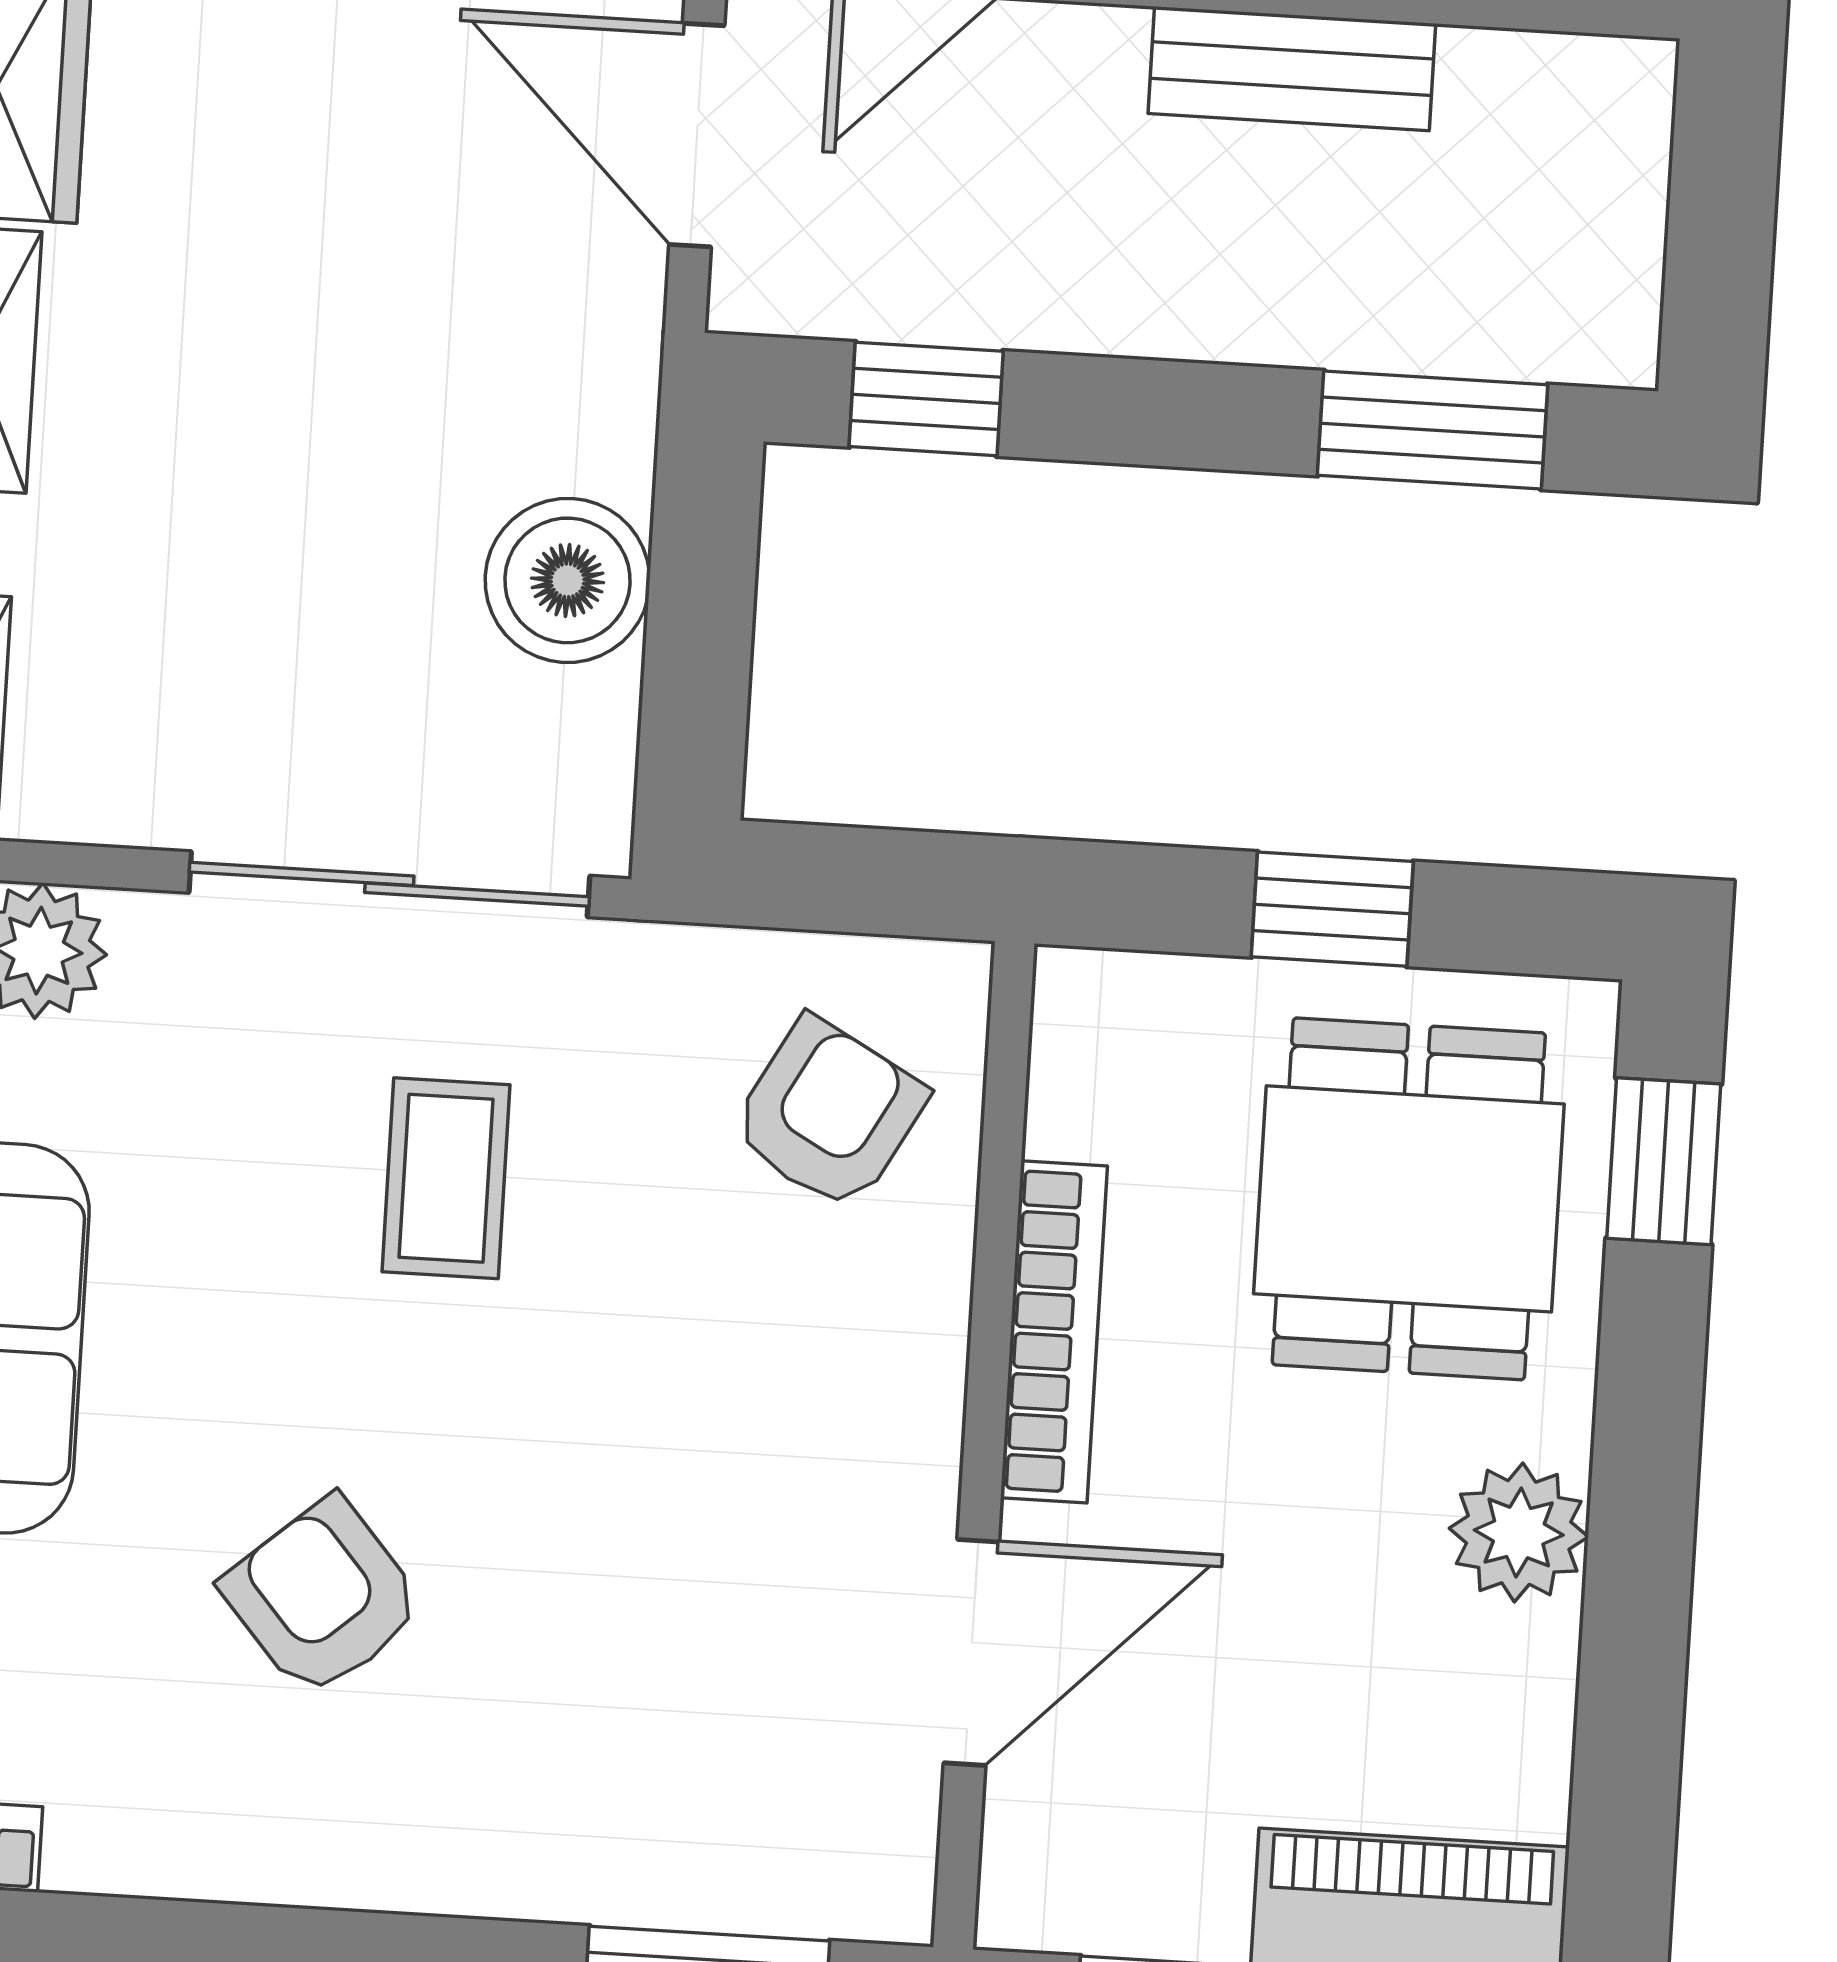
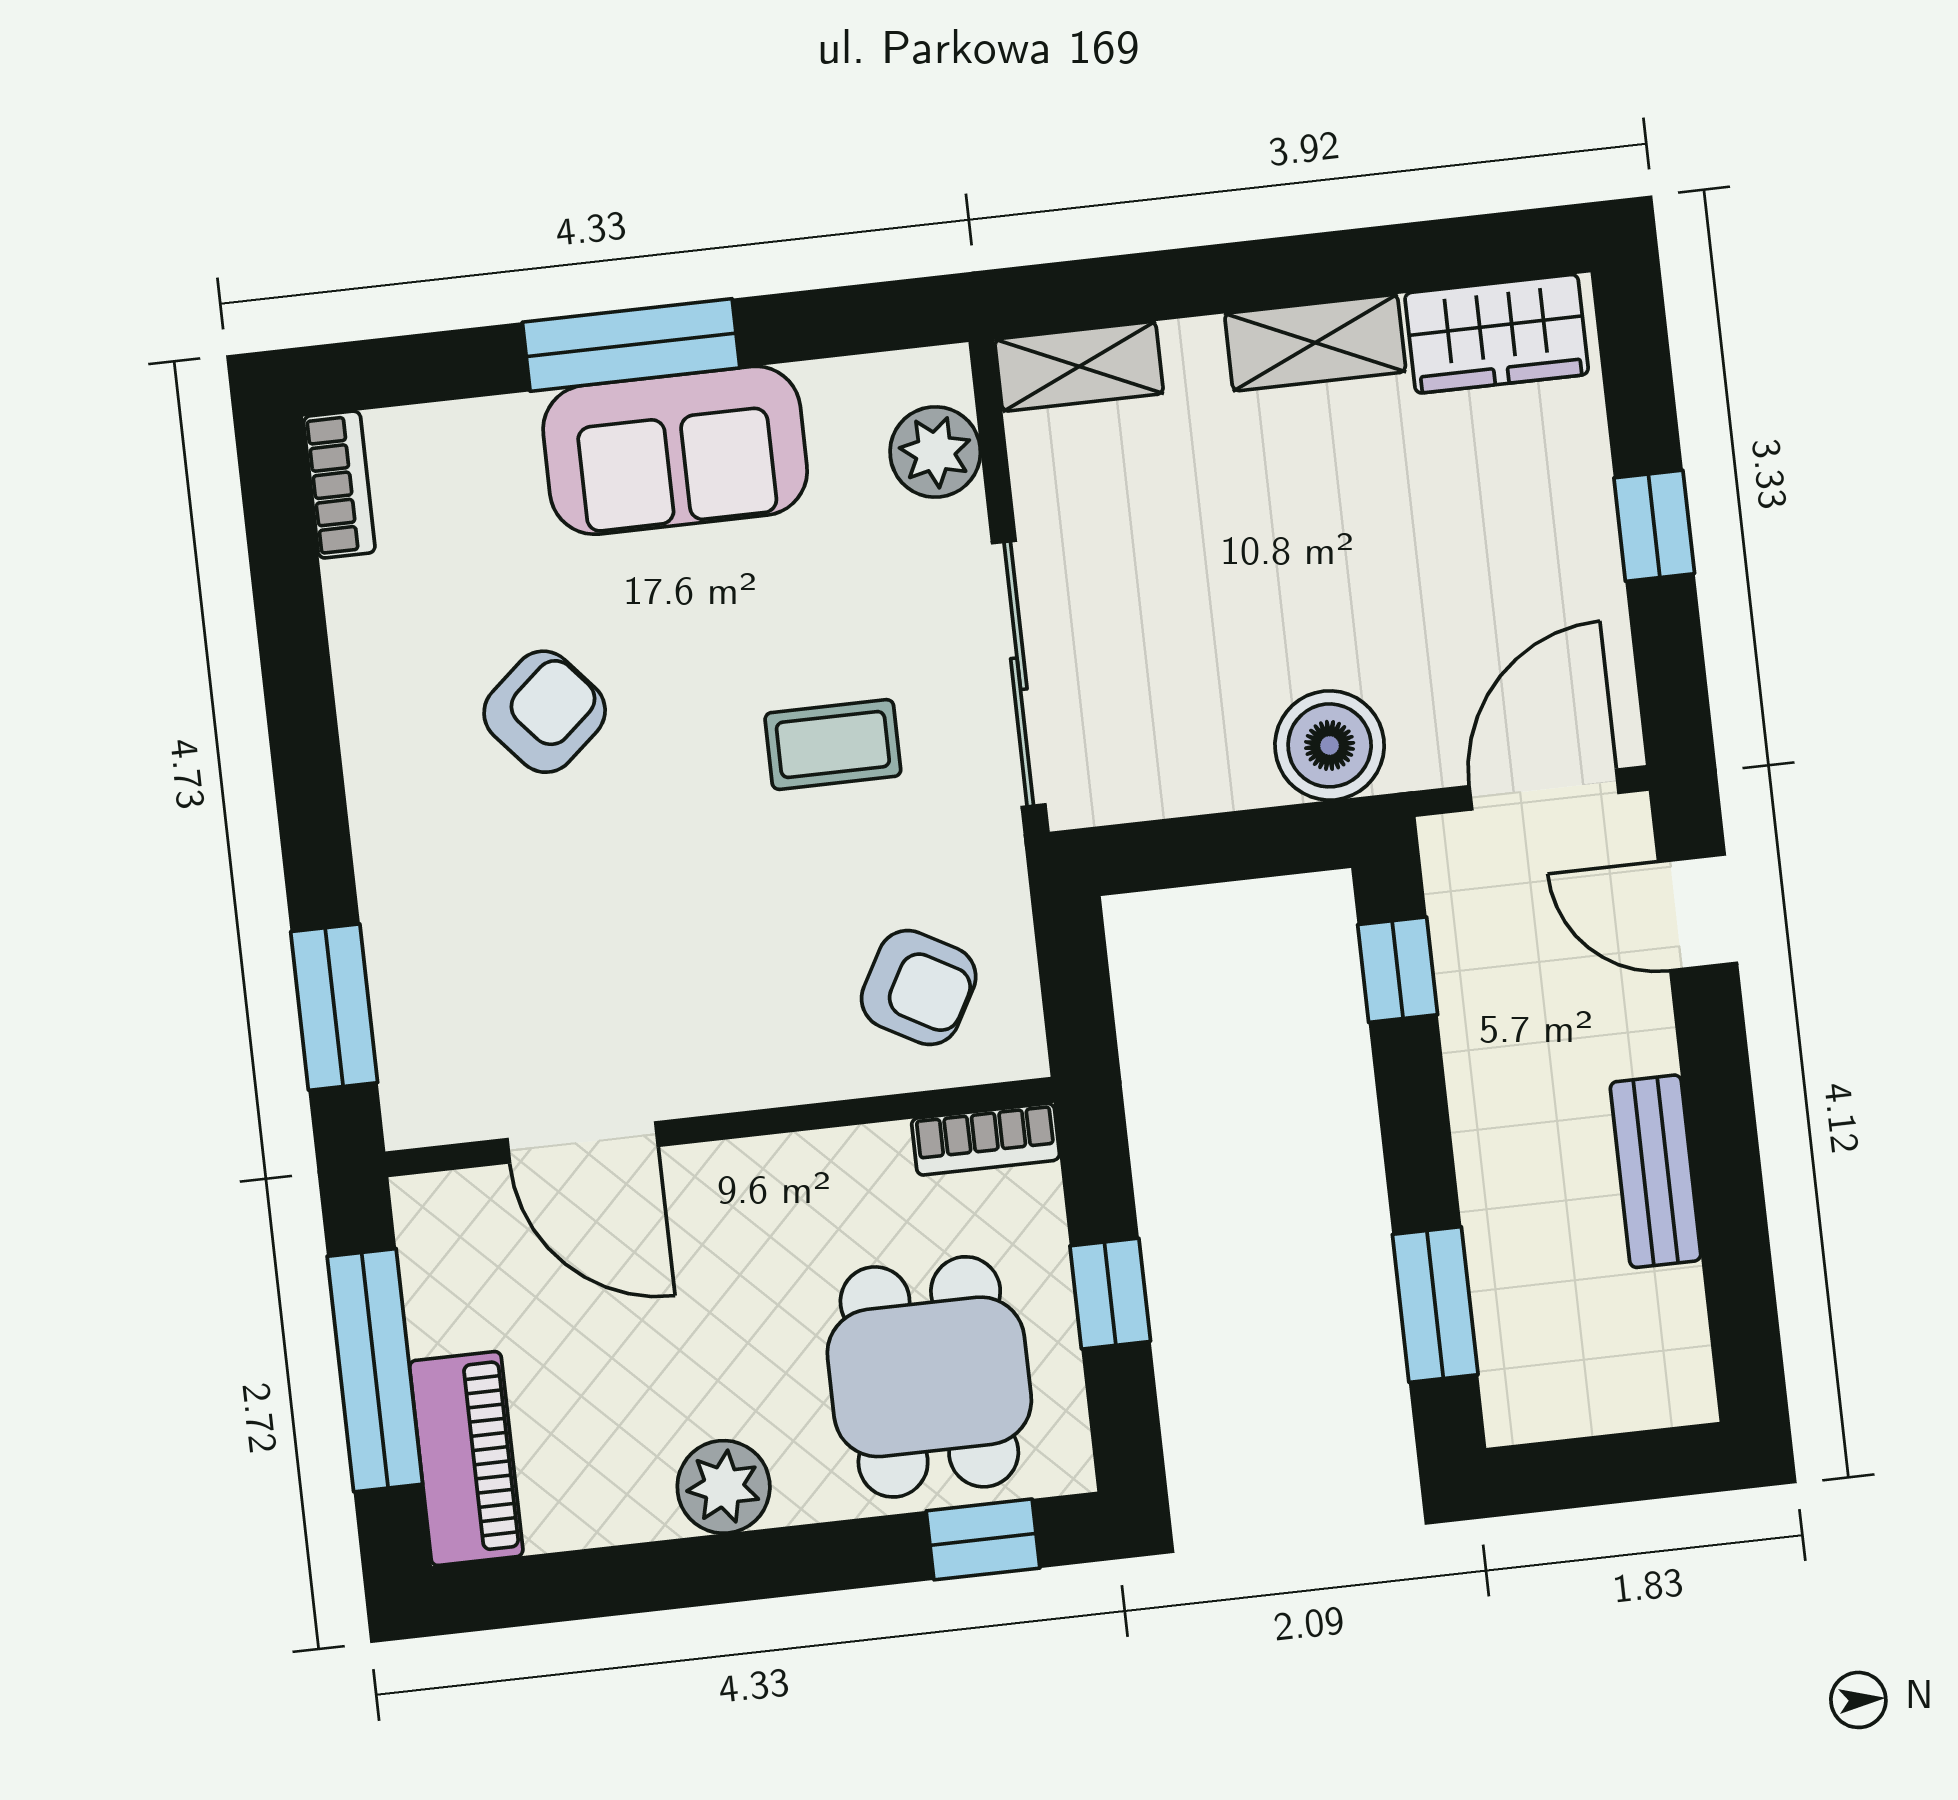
boiler: (568, 580) -> (1330, 745), moved
dining table: (1409, 1199) -> (929, 1377), turned 90
bookcase: (1054, 1332) -> (986, 1139), moved, width x0.64

